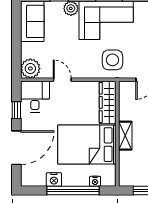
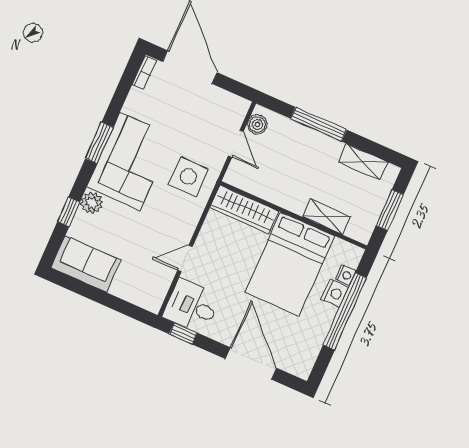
plant: (30, 69) -> (150, 296), removed
window: (16, 110) -> (183, 333), moved
shelving: (125, 136) -> (327, 217), moved
nightstand: (54, 180) -> (335, 293), moved

